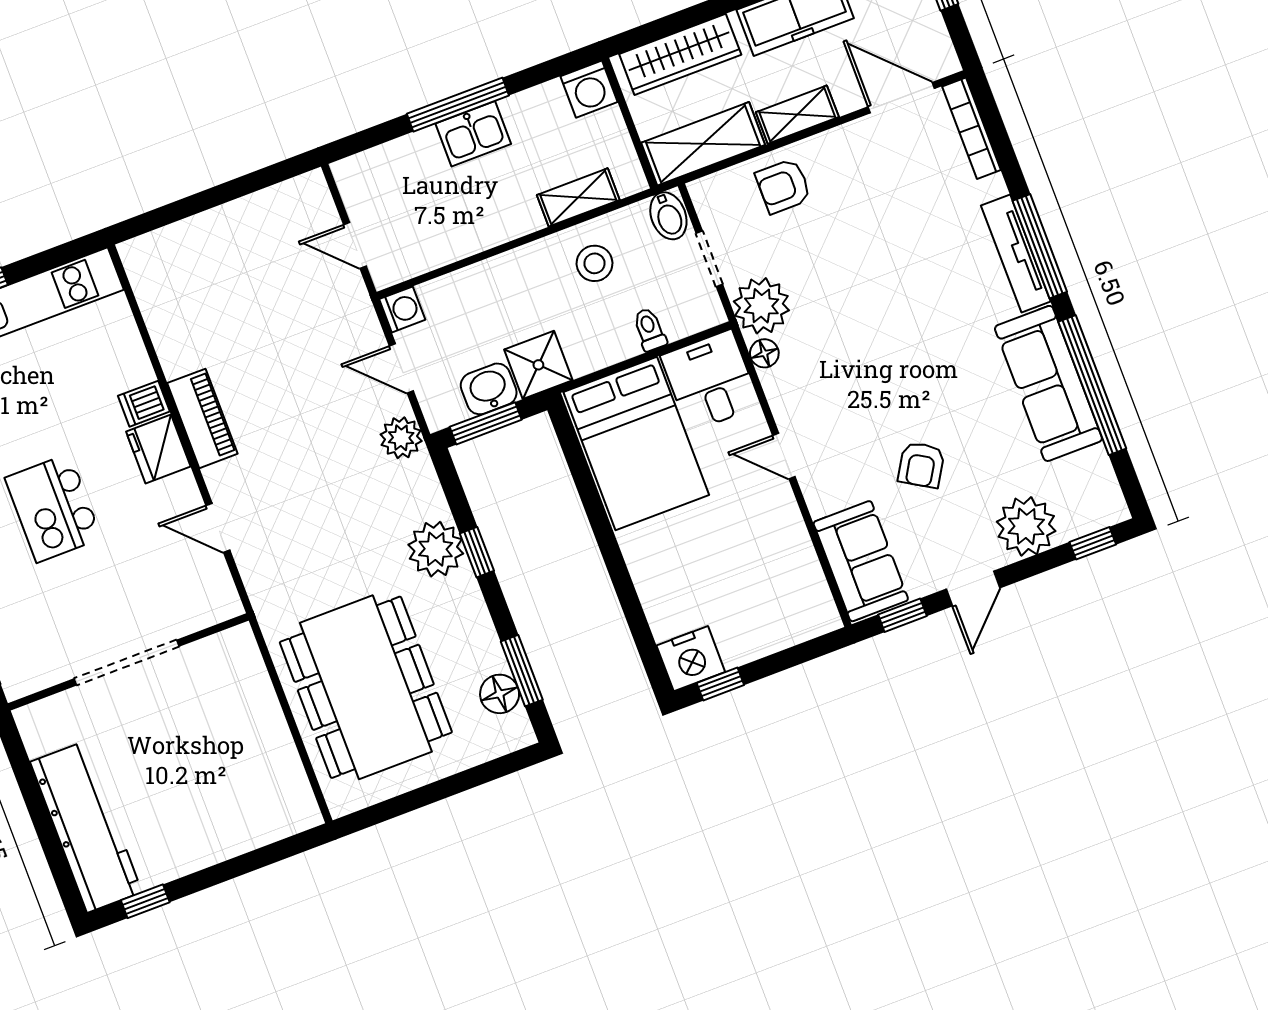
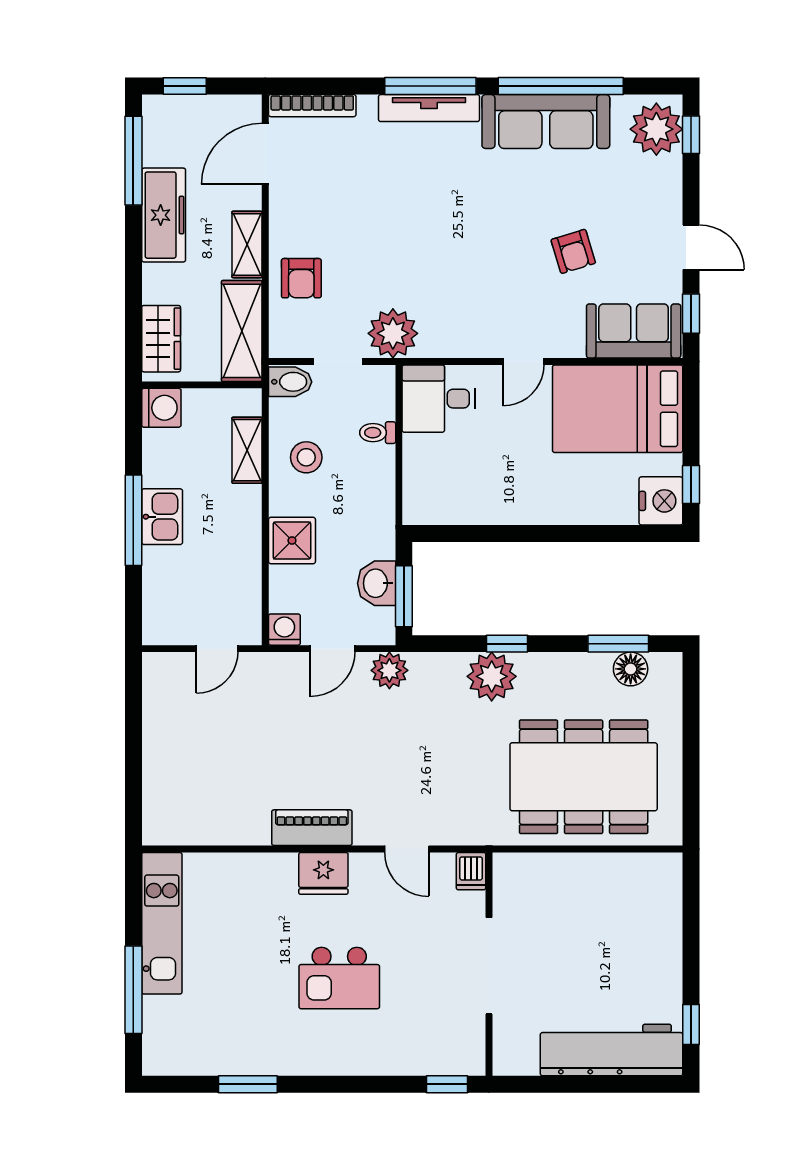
wardrobe: (680, 54) -> (161, 339), width x0.67
floor lamp: (764, 353) -> (433, 346), removed
shower: (538, 365) -> (292, 540), moved
dishwasher: (144, 404) -> (471, 871), moved
bed: (636, 444) -> (618, 409), moved, turned 180
armchair: (921, 465) -> (573, 251), turned 42
plant: (1026, 526) -> (656, 129), moved
door: (218, 528) -> (407, 849), hinge flipped

